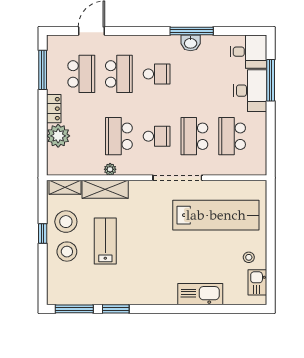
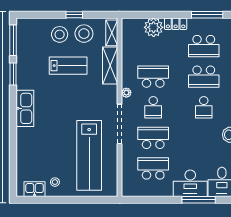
plant: (110, 169) -> (126, 93), moved
kitchen sink: (200, 294) -> (25, 108), moved

